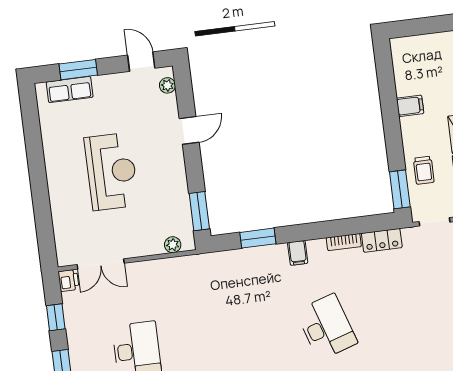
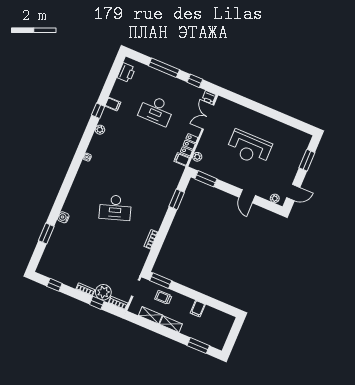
row of seats: (70, 90) -> (300, 151), removed
locker: (382, 240) -> (189, 145), moved
filing cabinet: (298, 253) -> (182, 159), moved

